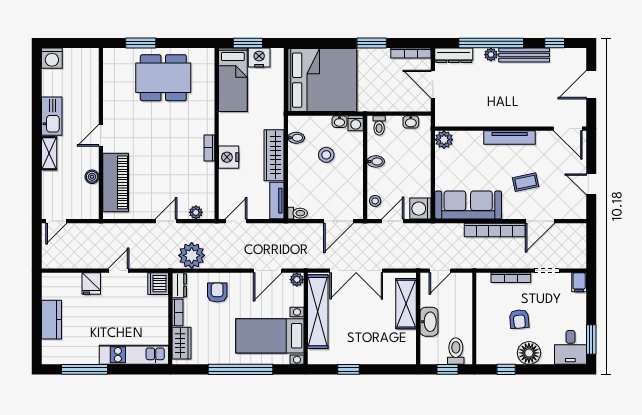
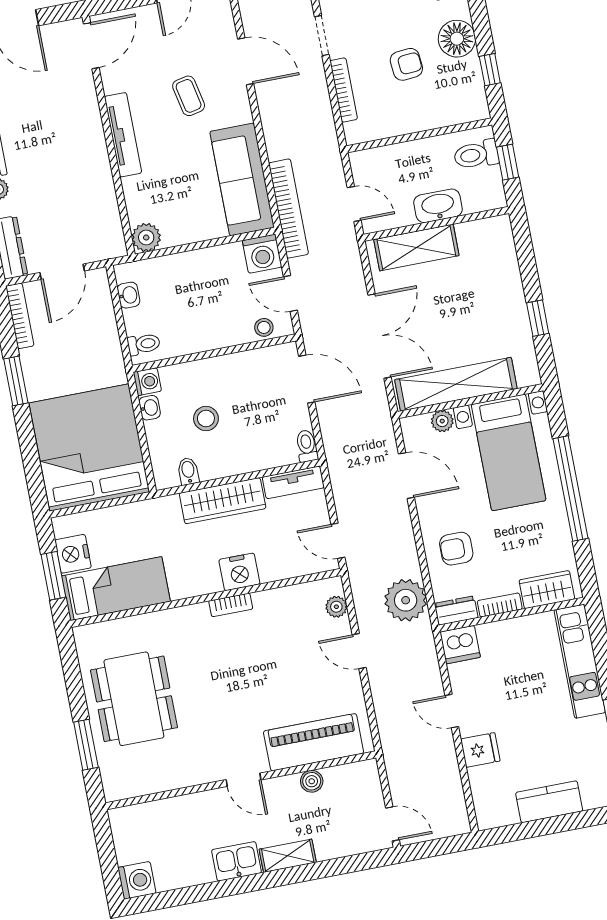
kitchen sink: (52, 116) -> (236, 861), width x0.73
bidet: (376, 161) -> (201, 338), removed
bookcase: (495, 230) -> (288, 209), moved
plant: (297, 280) -> (442, 421), moved

